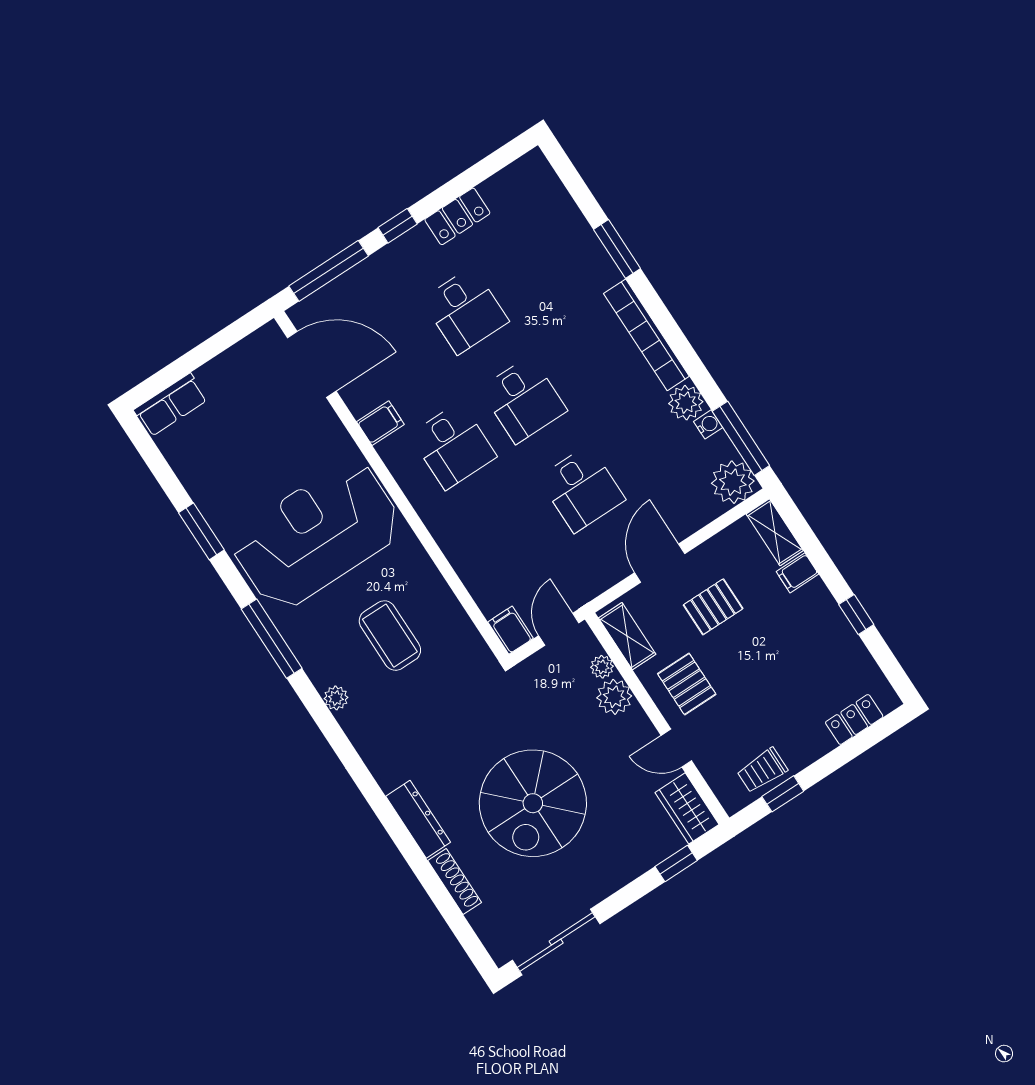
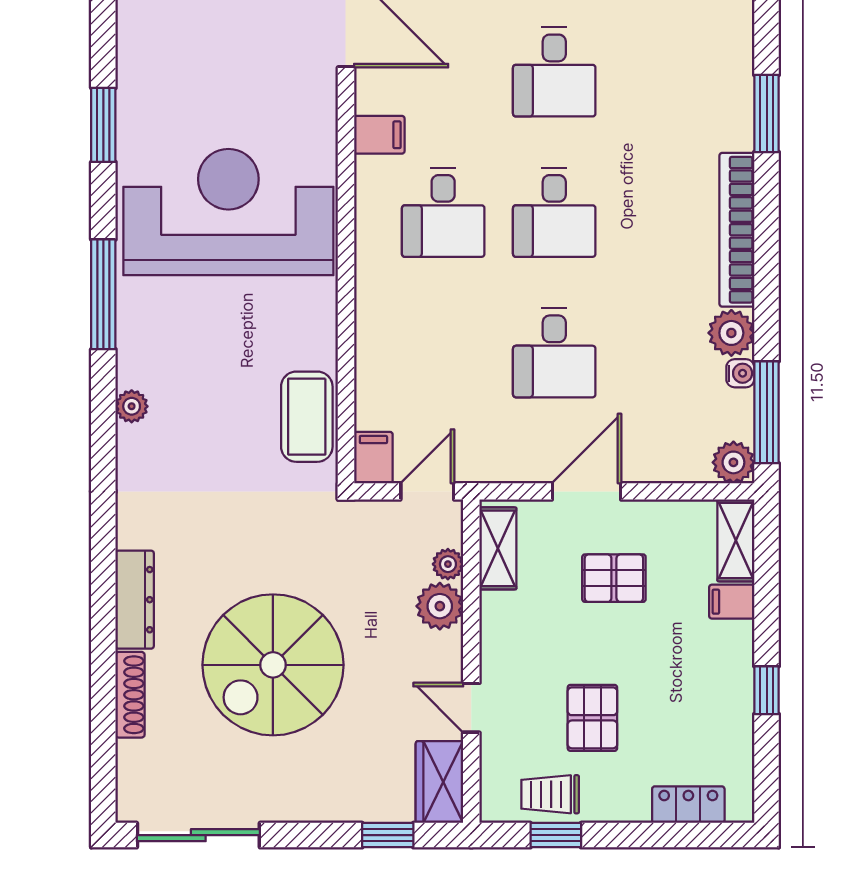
plant: (733, 482) -> (733, 462), width x0.73, depth x0.73
coffee table: (390, 636) -> (307, 417), moved
pallet: (687, 684) -> (592, 718), moved

